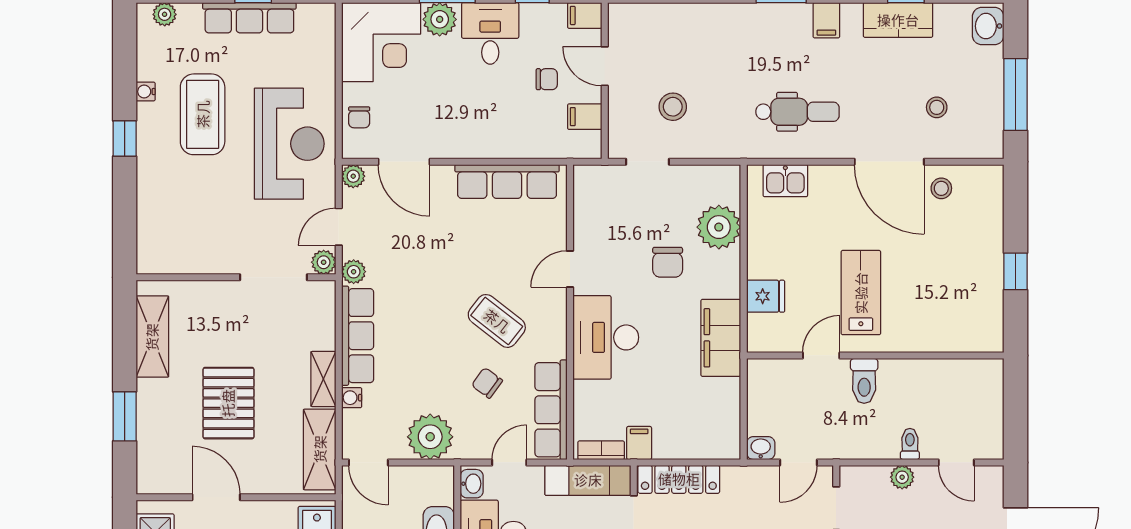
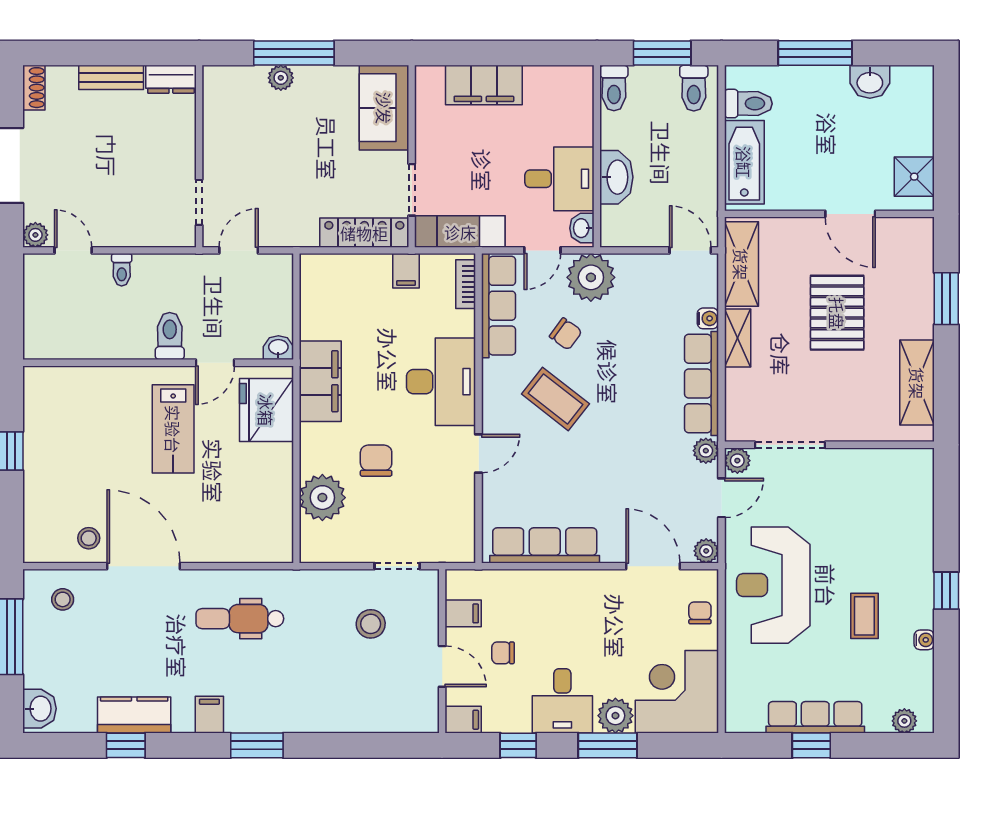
stool: (937, 107) -> (63, 599), moved
coffee table: (203, 114) -> (864, 616), width x0.54, depth x0.58
kitchen sink: (785, 181) -> (252, 546), removed
fridge: (766, 296) -> (266, 410), width x1.88, depth x1.34
plant: (430, 437) -> (591, 277), moved
washbasin: (761, 448) -> (278, 348), moved, turned 180
bookcase: (601, 450) -> (466, 284), moved, turned 90
plant: (902, 477) -> (35, 235), moved

